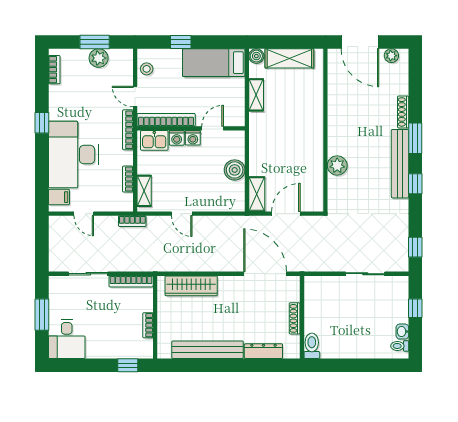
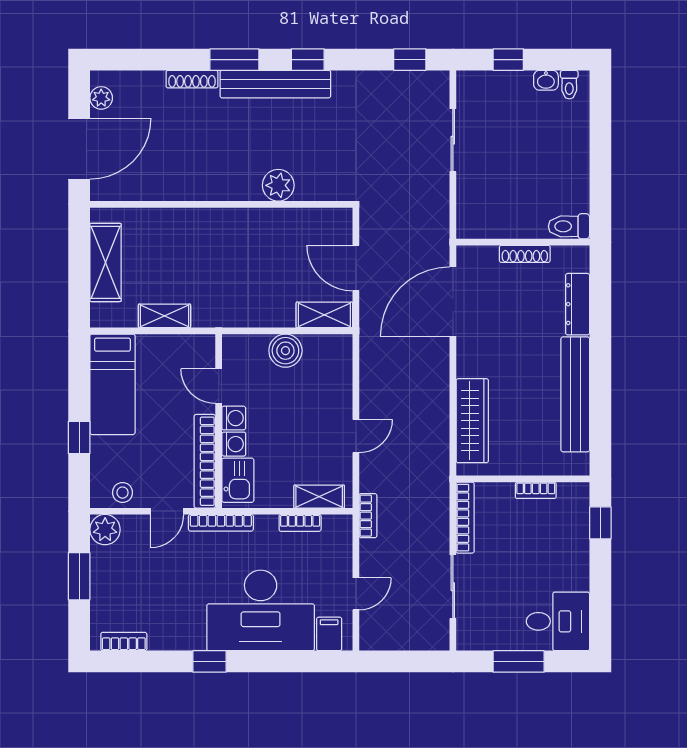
boiler: (256, 56) -> (102, 316), removed
plant: (99, 58) -> (105, 530), moved

